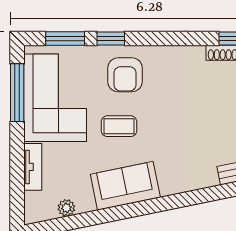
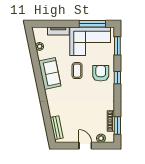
window: (111, 38) -> (117, 78), moved
armchair: (125, 75) -> (101, 73), turned 90

